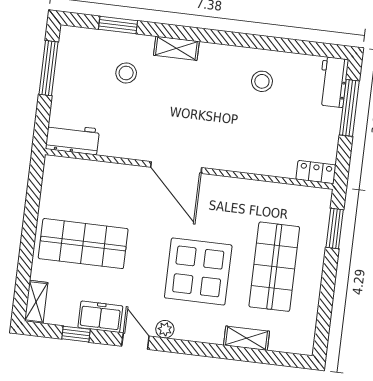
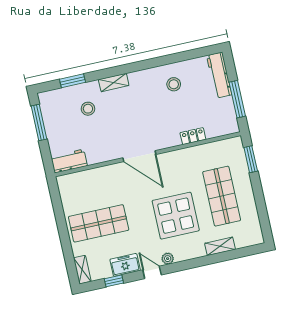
workbench: (333, 82) -> (219, 75), width x1.37
window: (349, 108) -> (237, 99), moved
locker: (316, 172) -> (193, 136), moved

